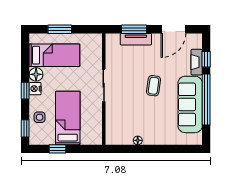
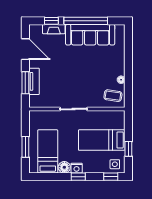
coffee table: (154, 86) -> (113, 96), moved
side table: (40, 117) -> (115, 164), moved

